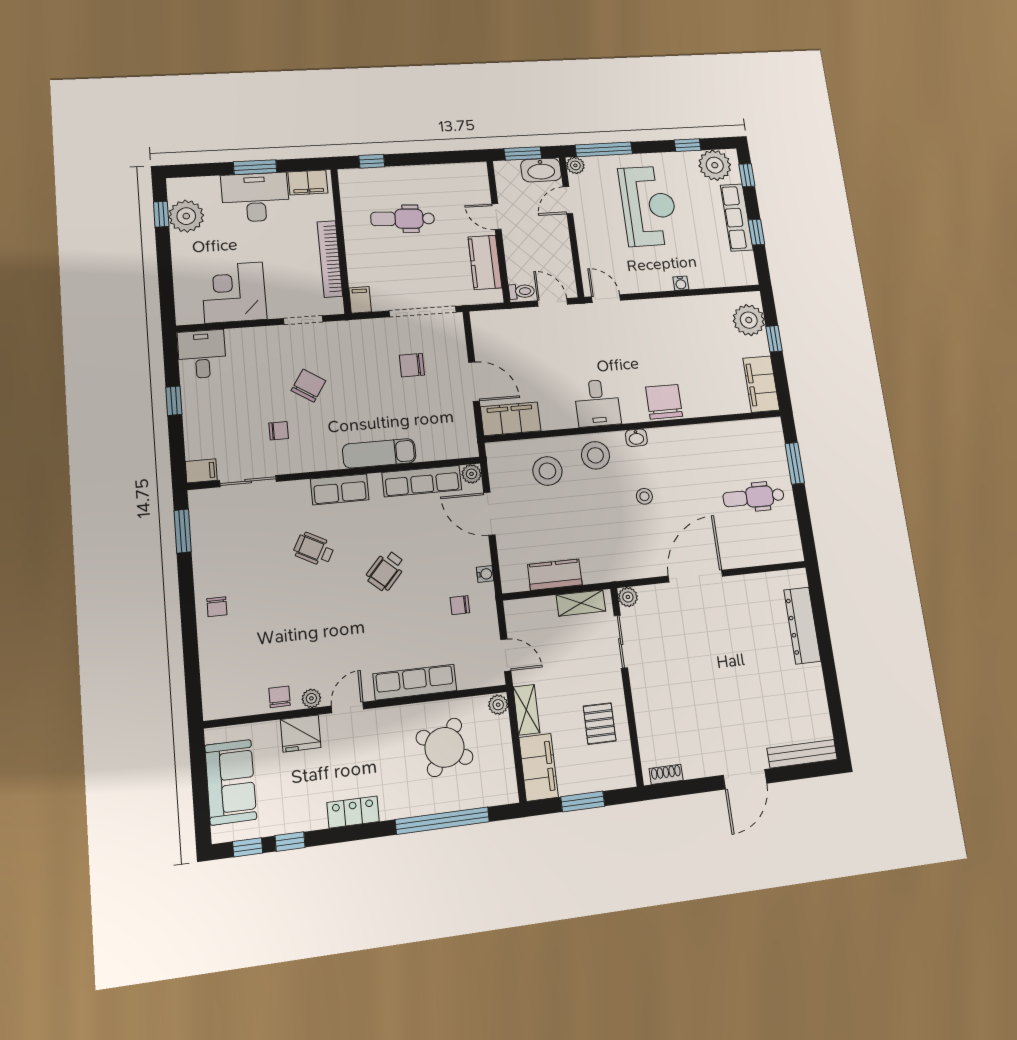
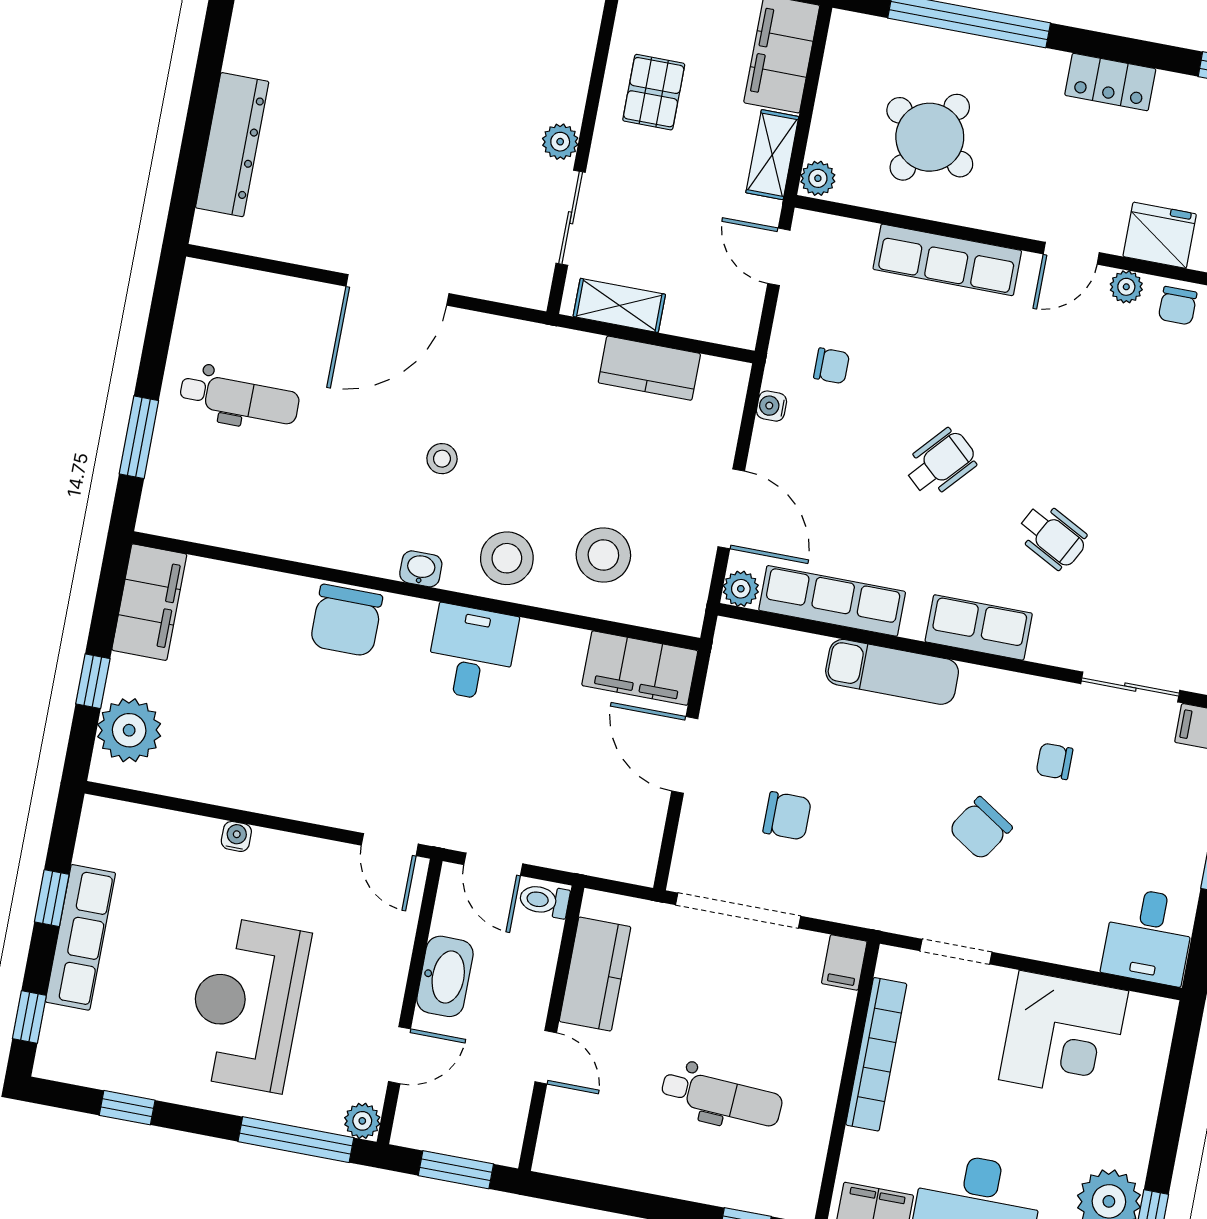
plant: (715, 165) -> (87, 1053), removed
washbasin: (541, 170) -> (445, 976), moved, turned 90
plant: (628, 597) -> (560, 142), moved

